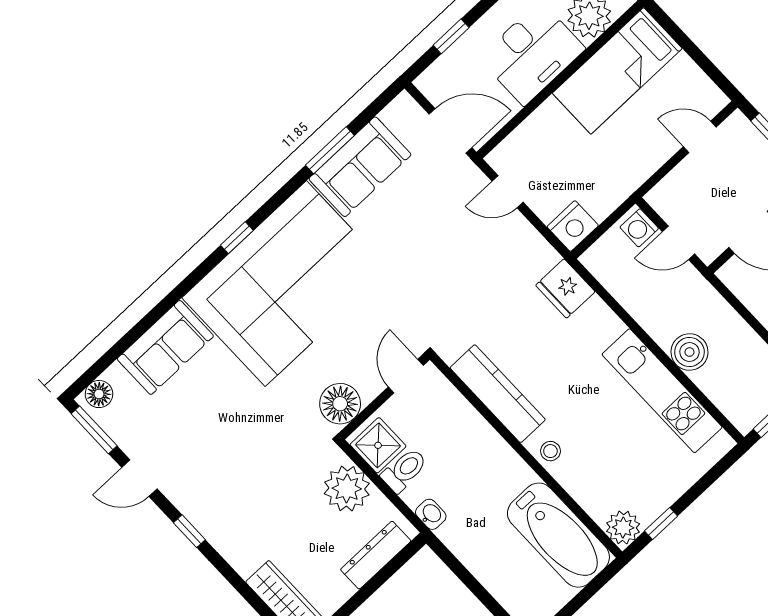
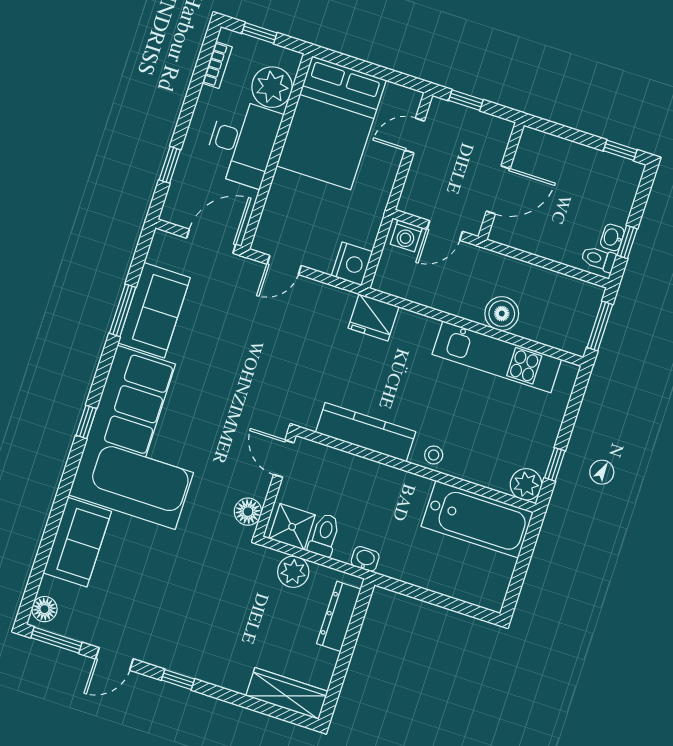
bed: (617, 71) -> (331, 123), width x1.50
floor lamp: (340, 404) -> (248, 512), width x0.73, depth x0.73
plant: (347, 489) -> (293, 572), width x0.73, depth x0.73

